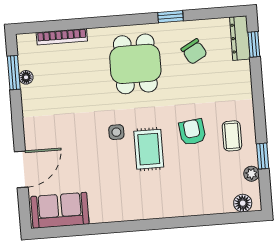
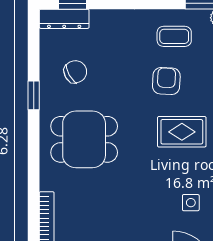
side table: (116, 132) -> (191, 203), moved
armchair: (192, 132) -> (166, 81), turned 100

